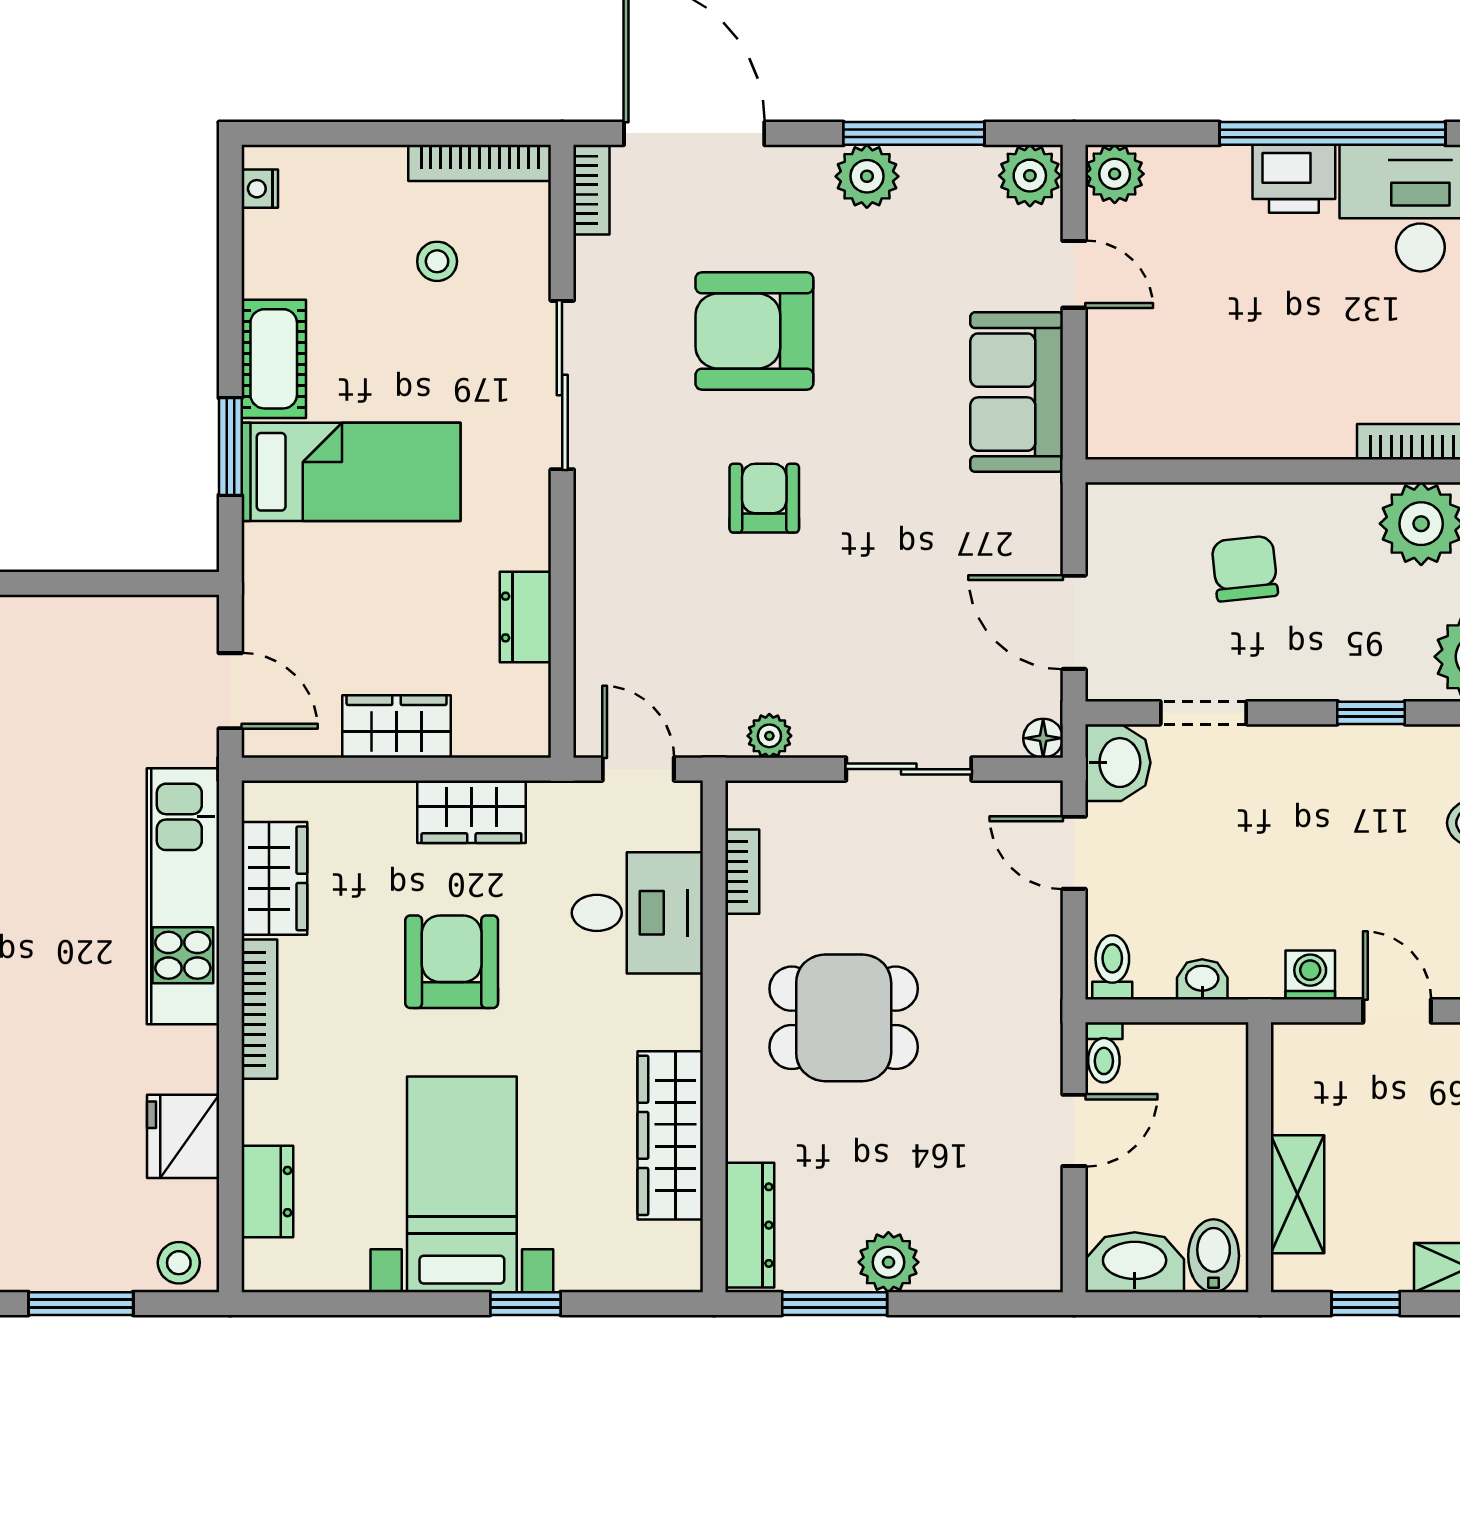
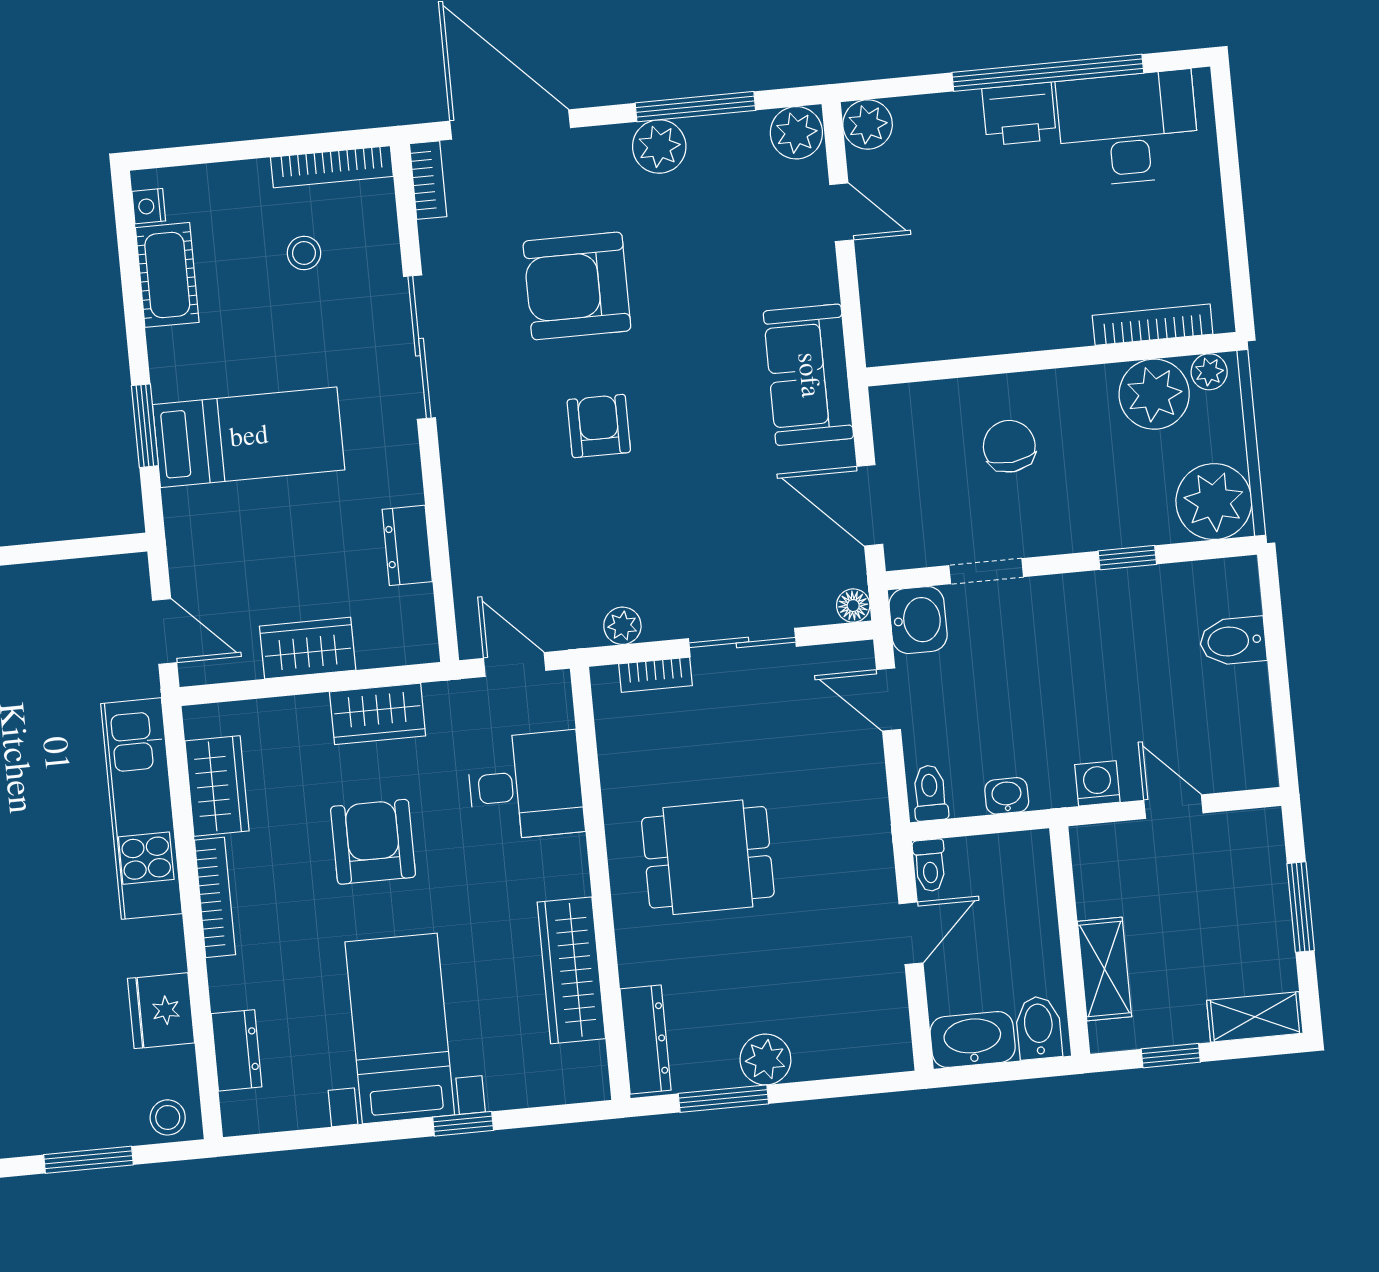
cot: (274, 359) -> (167, 275), moved
sofa: (1017, 392) -> (808, 375), moved
bookcase: (742, 872) -> (655, 675), moved, turned 90

